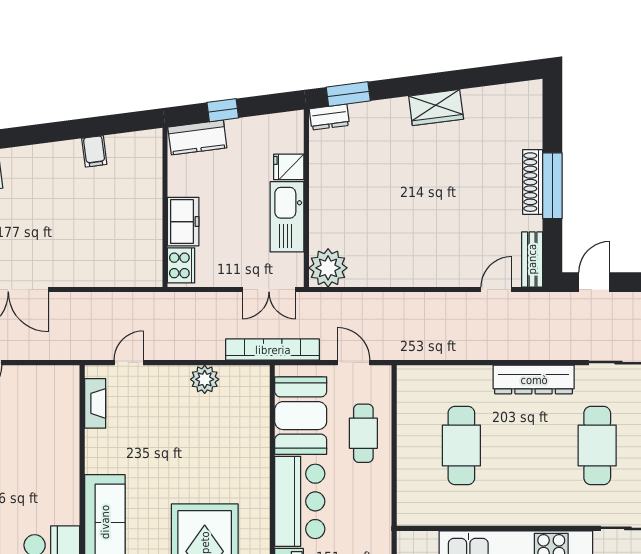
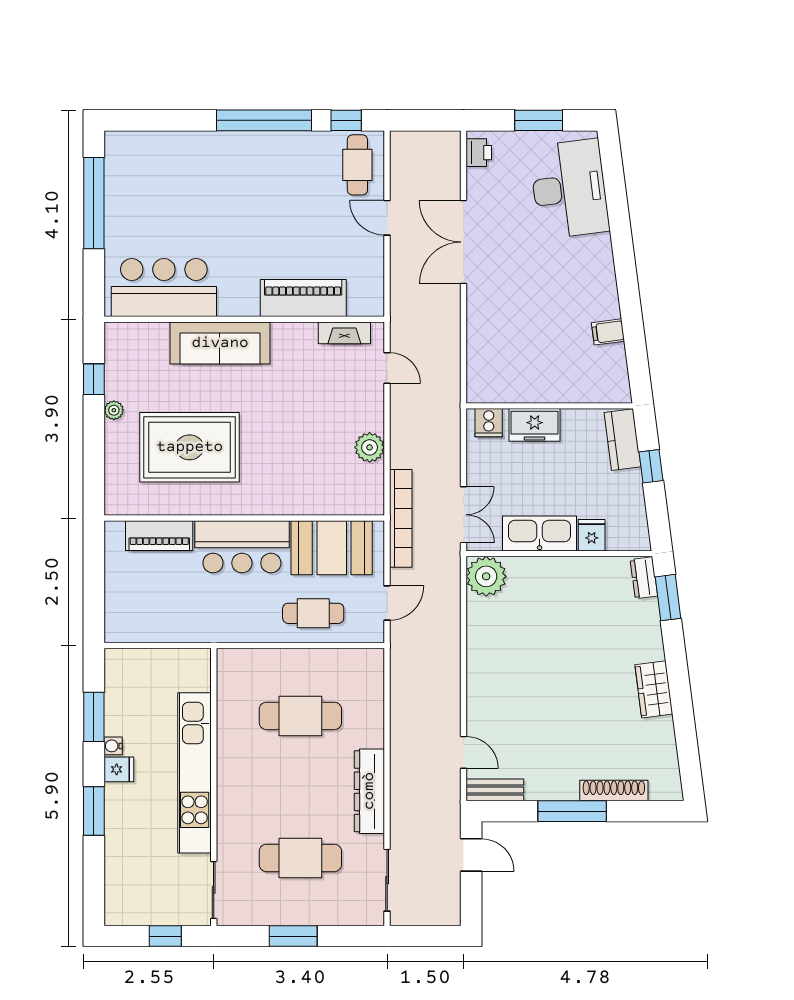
shoe rack: (533, 182) -> (614, 790), moved
cooker: (181, 265) -> (489, 423), width x0.73
double door: (269, 290) -> (463, 515), swing flipped
piano: (62, 443) -> (303, 298), added

